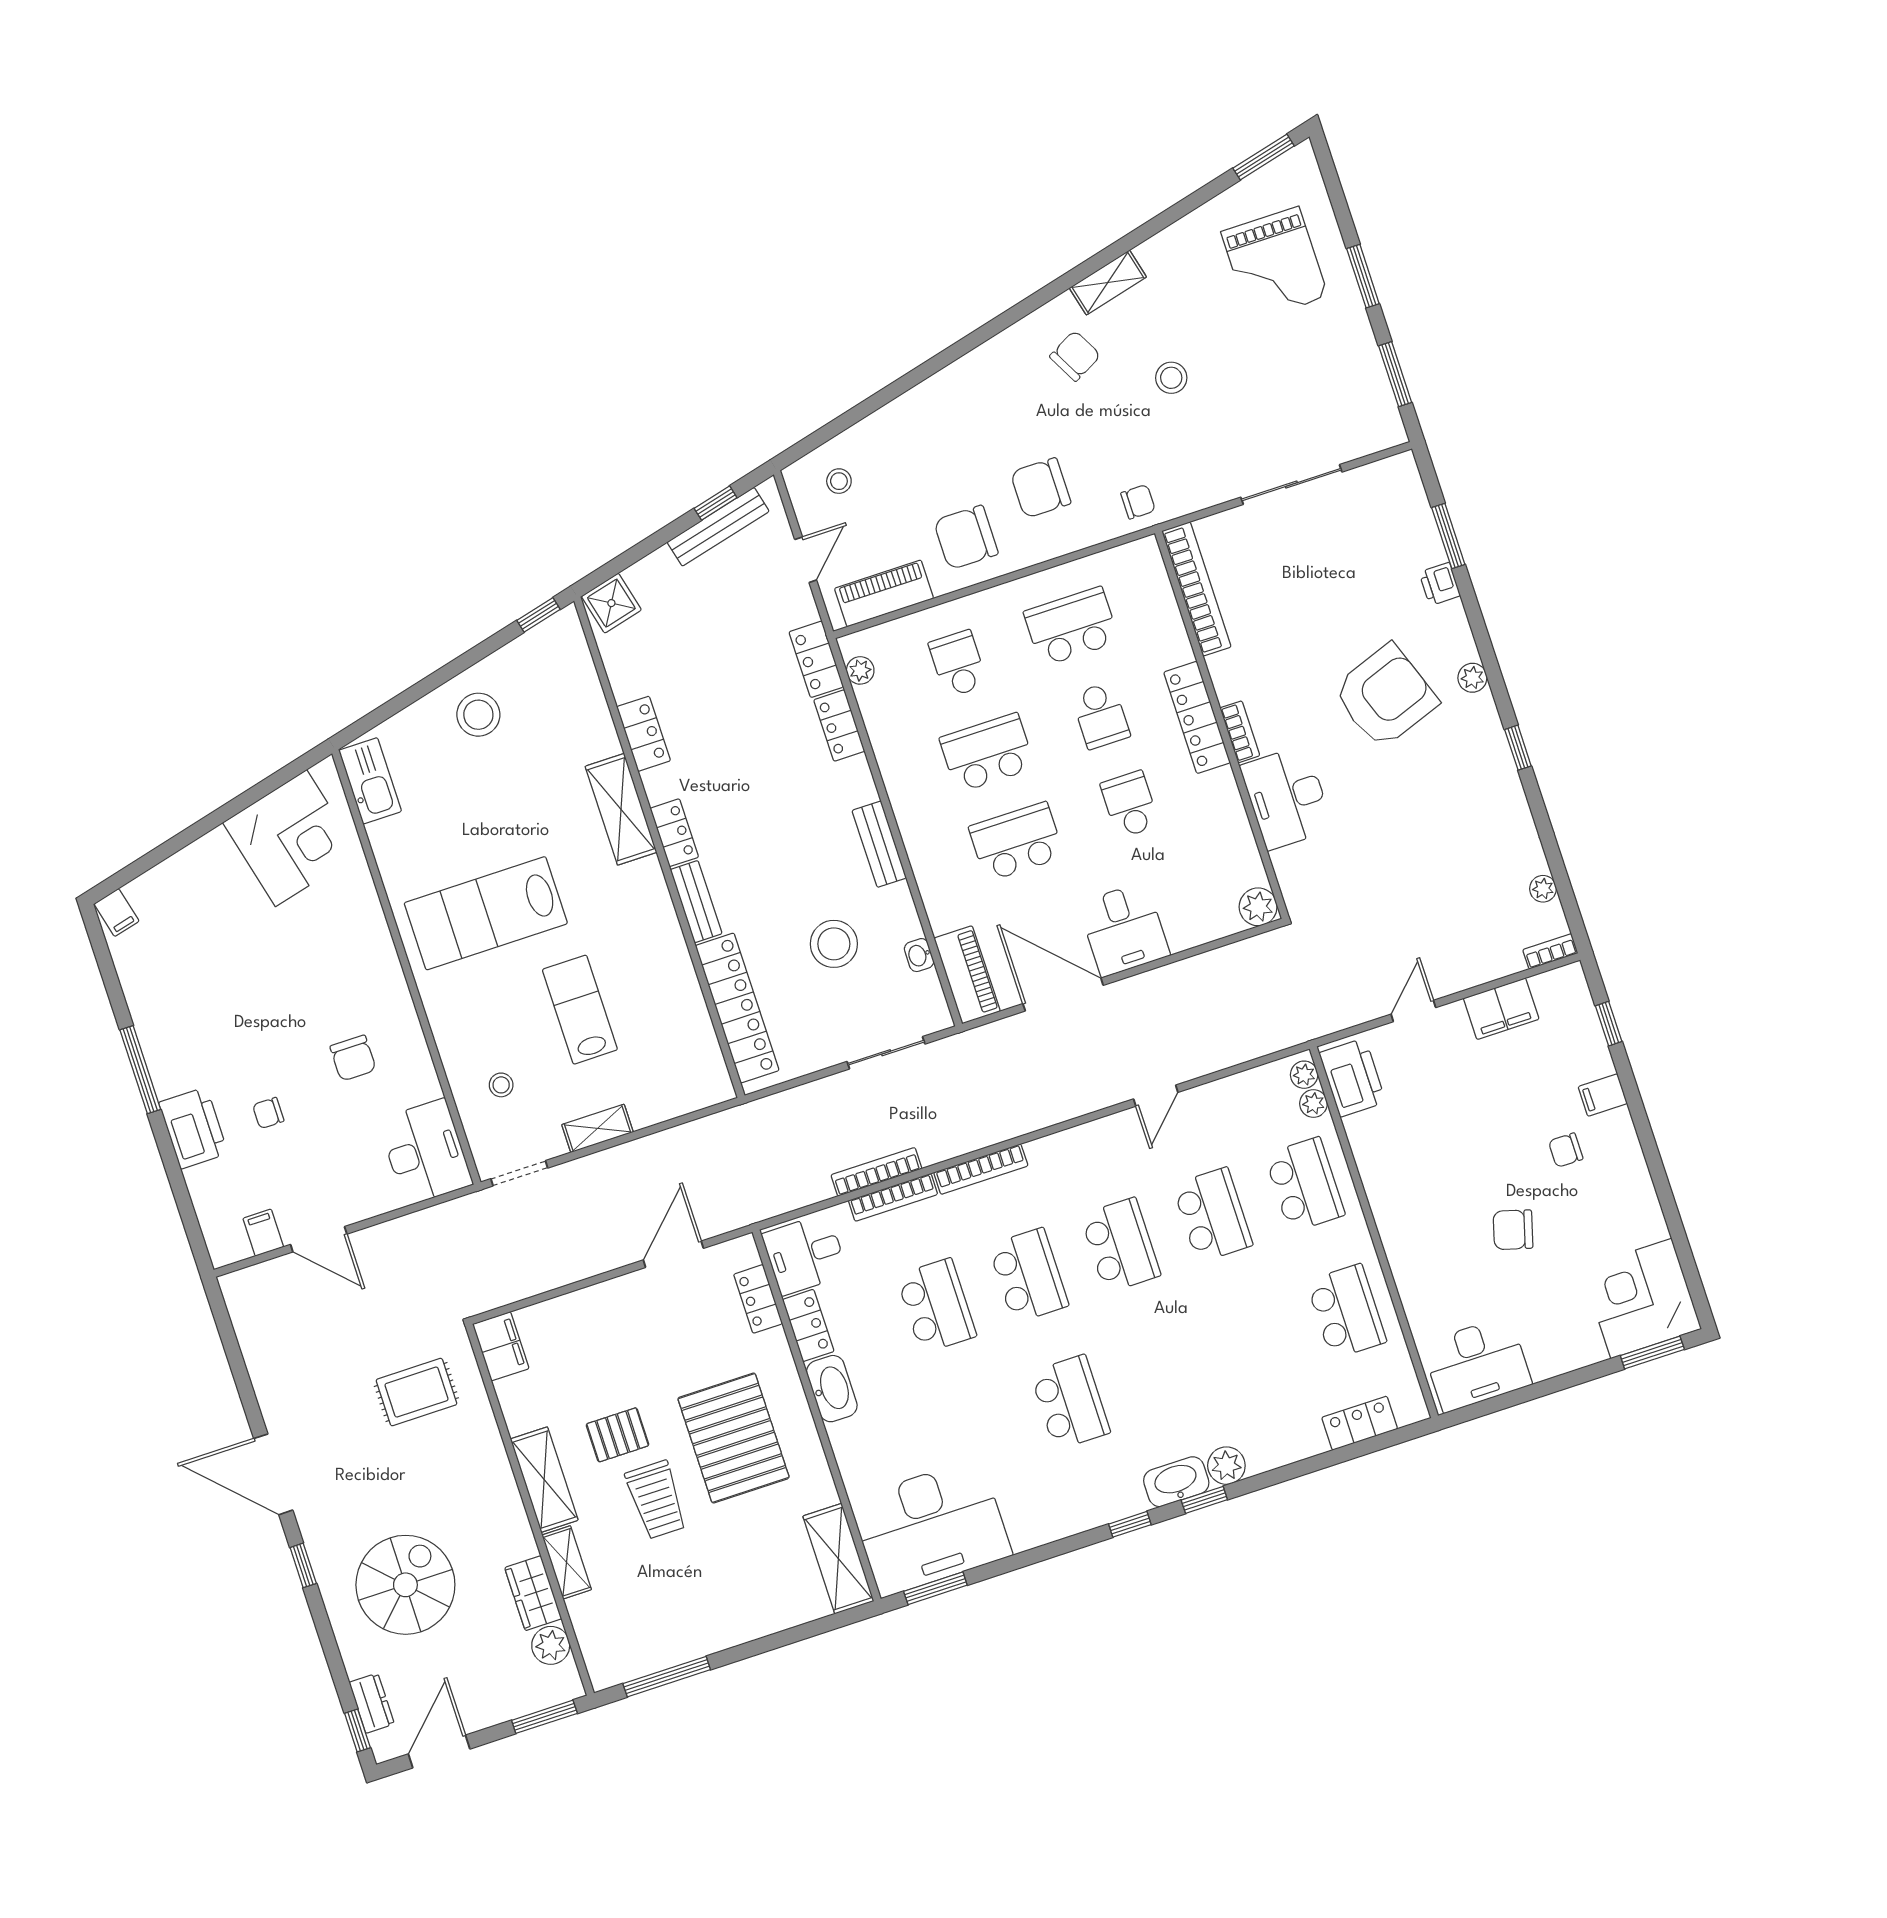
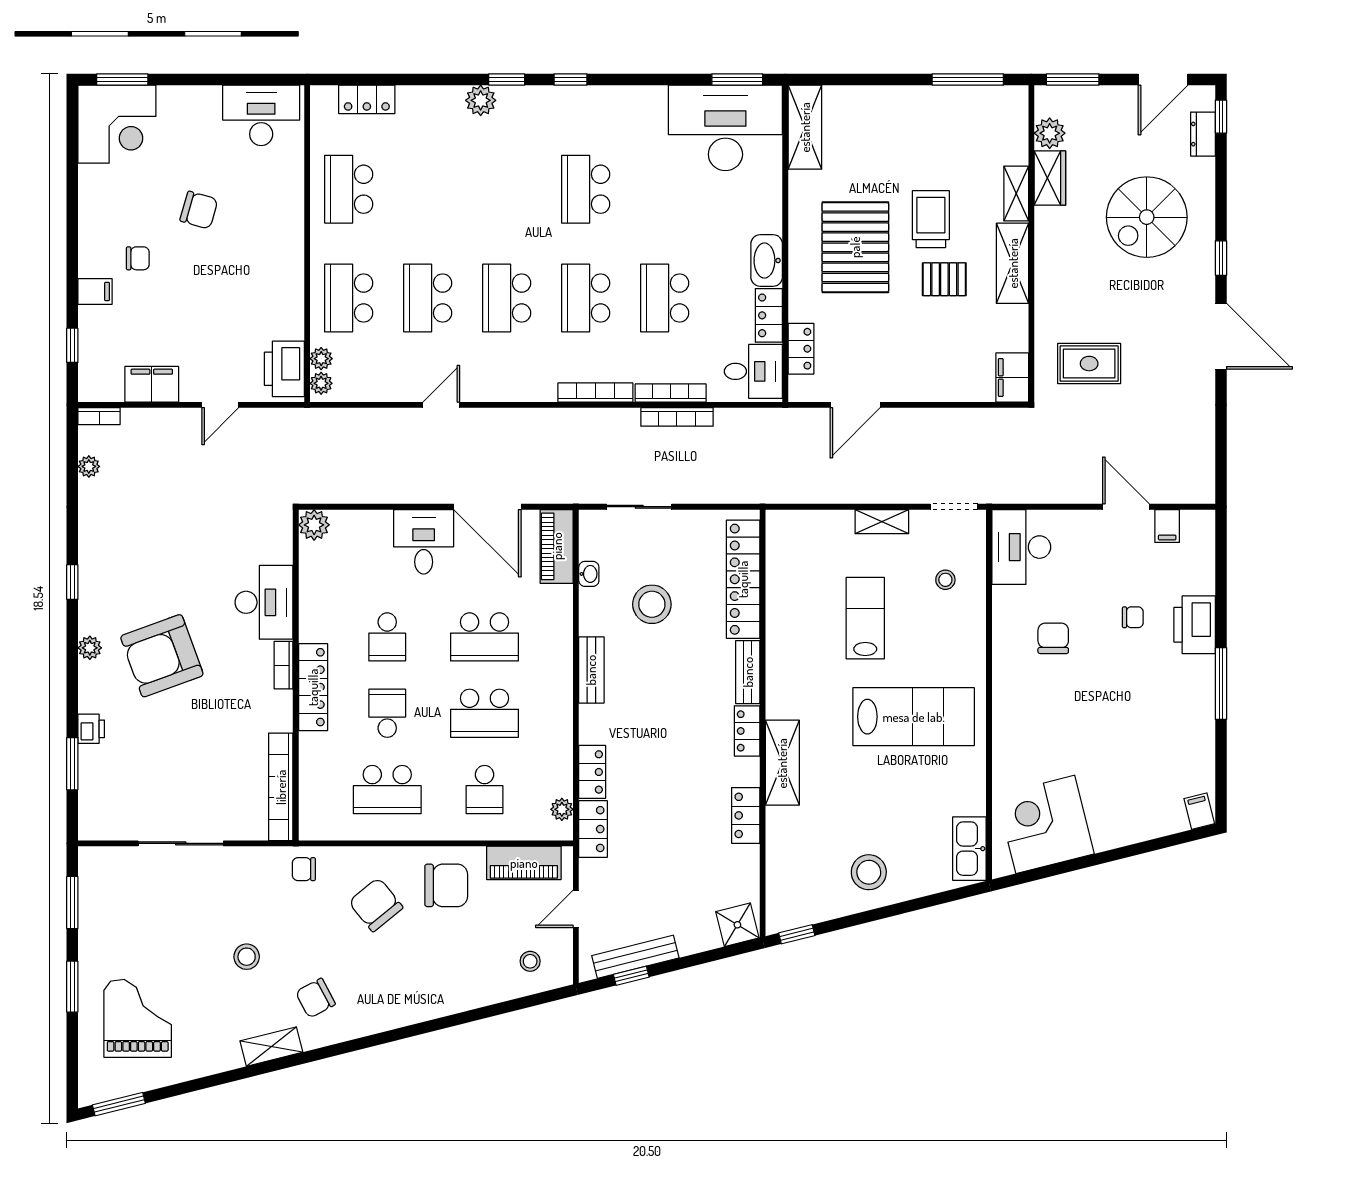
chair: (1041, 488) -> (376, 905), turned -129
lab bench: (580, 1010) -> (865, 618), turned 180
washbasin: (1176, 1482) -> (524, 101), removed

